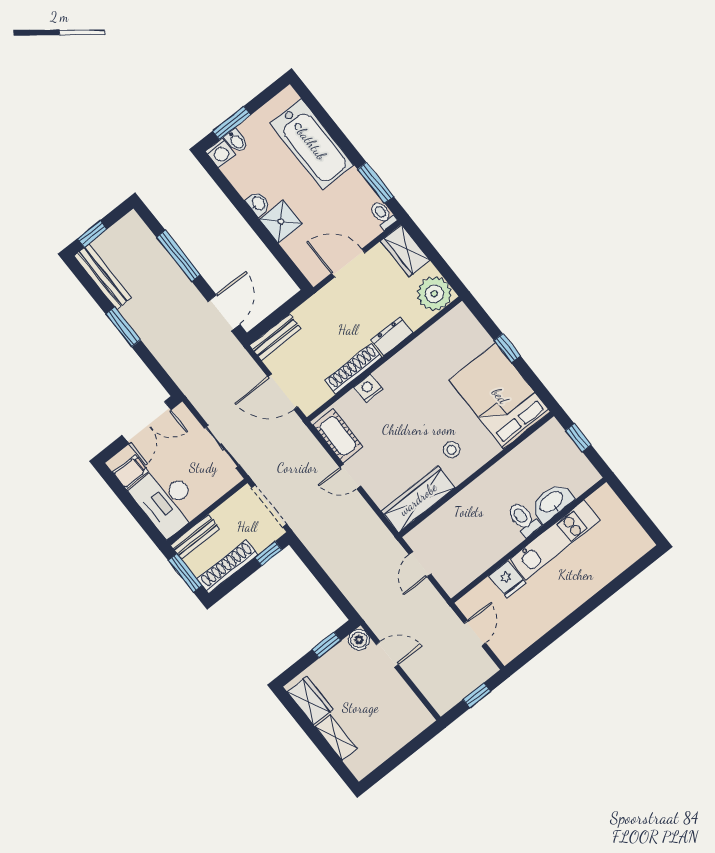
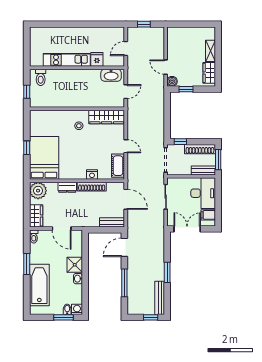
window: (376, 183) -> (27, 264), moved
bed: (500, 396) -> (44, 158), moved, turned 180
washbasin: (552, 502) -> (111, 75), moved
toilet: (523, 519) -> (41, 77), moved

